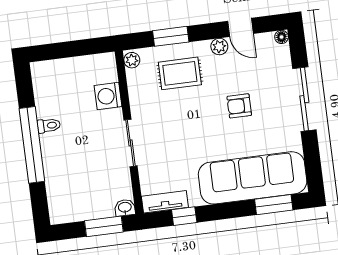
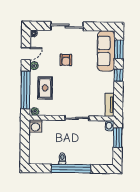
window: (171, 36) -> (25, 90), width x2.11
washing machine: (108, 96) -> (35, 126), moved
sofa: (253, 178) -> (106, 51), width x0.74, depth x0.79
window: (184, 216) -> (118, 75), moved

